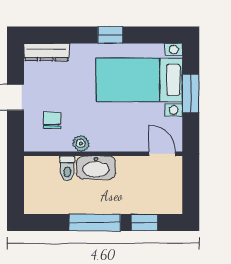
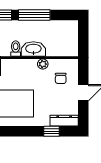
window: (110, 35) -> (51, 131), moved
toilet: (67, 168) -> (16, 49), moved

